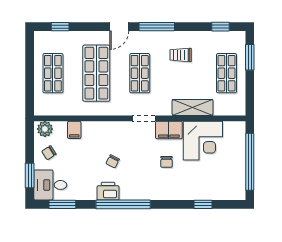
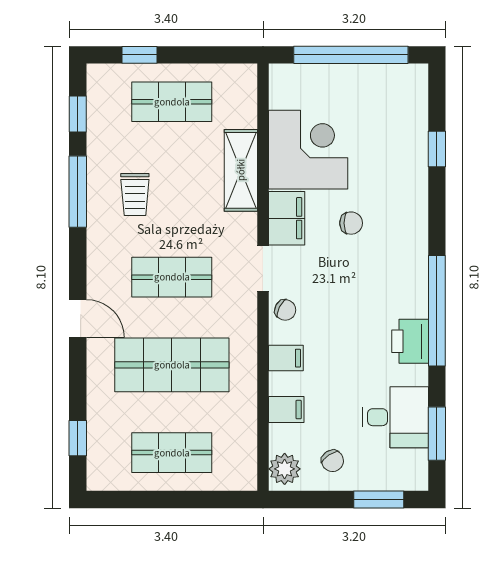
window: (157, 27) -> (78, 192), moved
window: (250, 57) -> (140, 55), width x0.67
filing cabinet: (100, 130) -> (286, 358), added
chair: (113, 161) -> (285, 310), moved
desk: (50, 185) -> (395, 417), moved, turned -90

